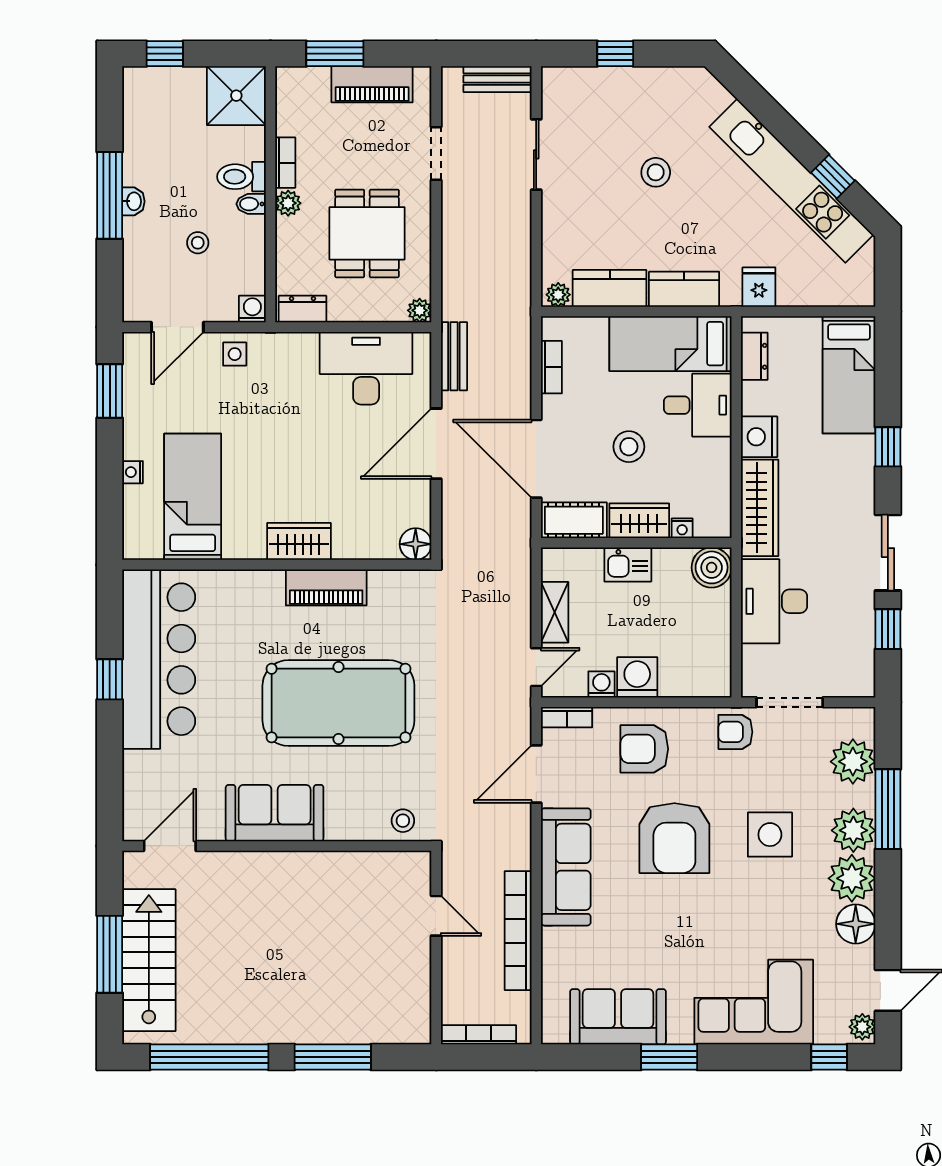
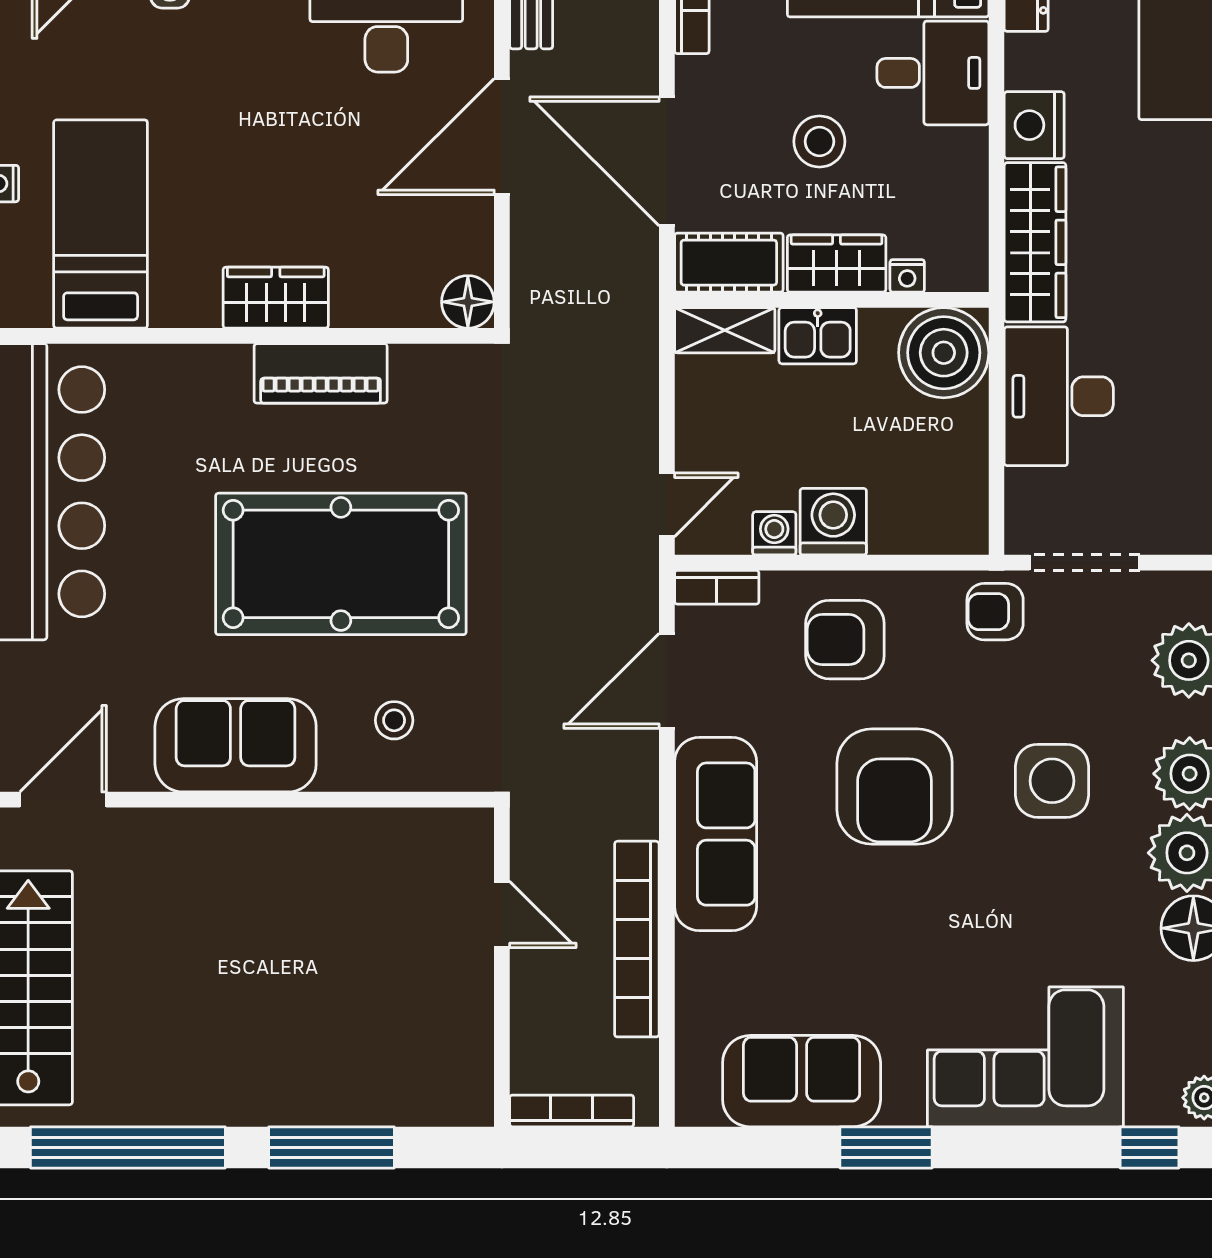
boiler: (712, 567) -> (944, 353), width x1.37, depth x1.37
shelving: (555, 612) -> (725, 330), moved, turned 90
stool: (403, 821) -> (394, 720), moved

